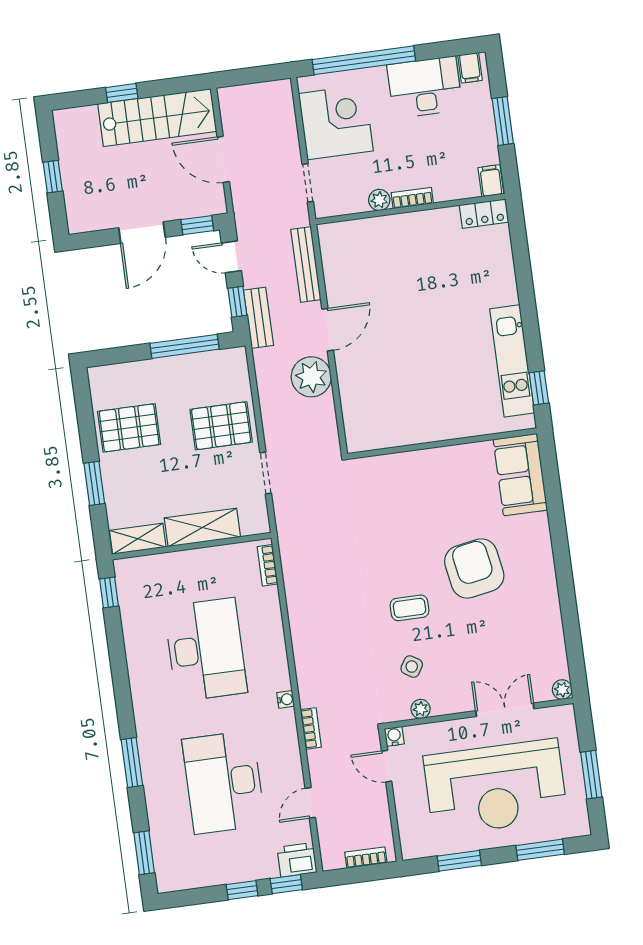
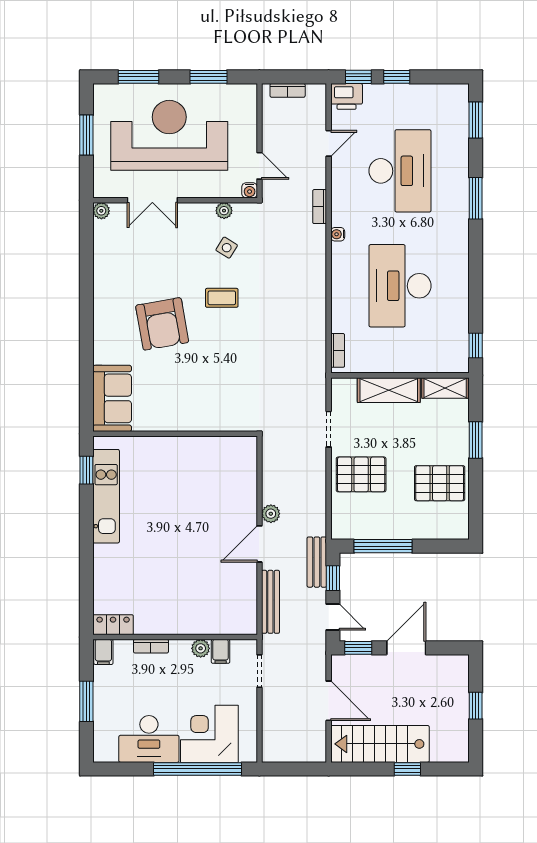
filing cabinet: (470, 68) -> (221, 651), moved, turned 180
corner desk: (336, 122) -> (209, 734), moved, turned 90
bookcase: (412, 198) -> (151, 646), moved
plant: (311, 377) -> (271, 514), width x0.53, depth x0.53

